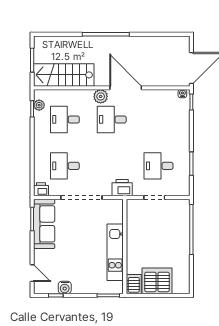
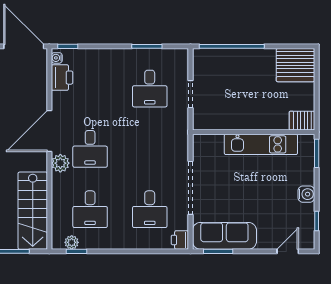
printer: (122, 188) -> (62, 78), moved, turned 180
server rack: (157, 281) -> (295, 65), moved, turned -90
water cooler: (65, 287) -> (306, 194), moved

